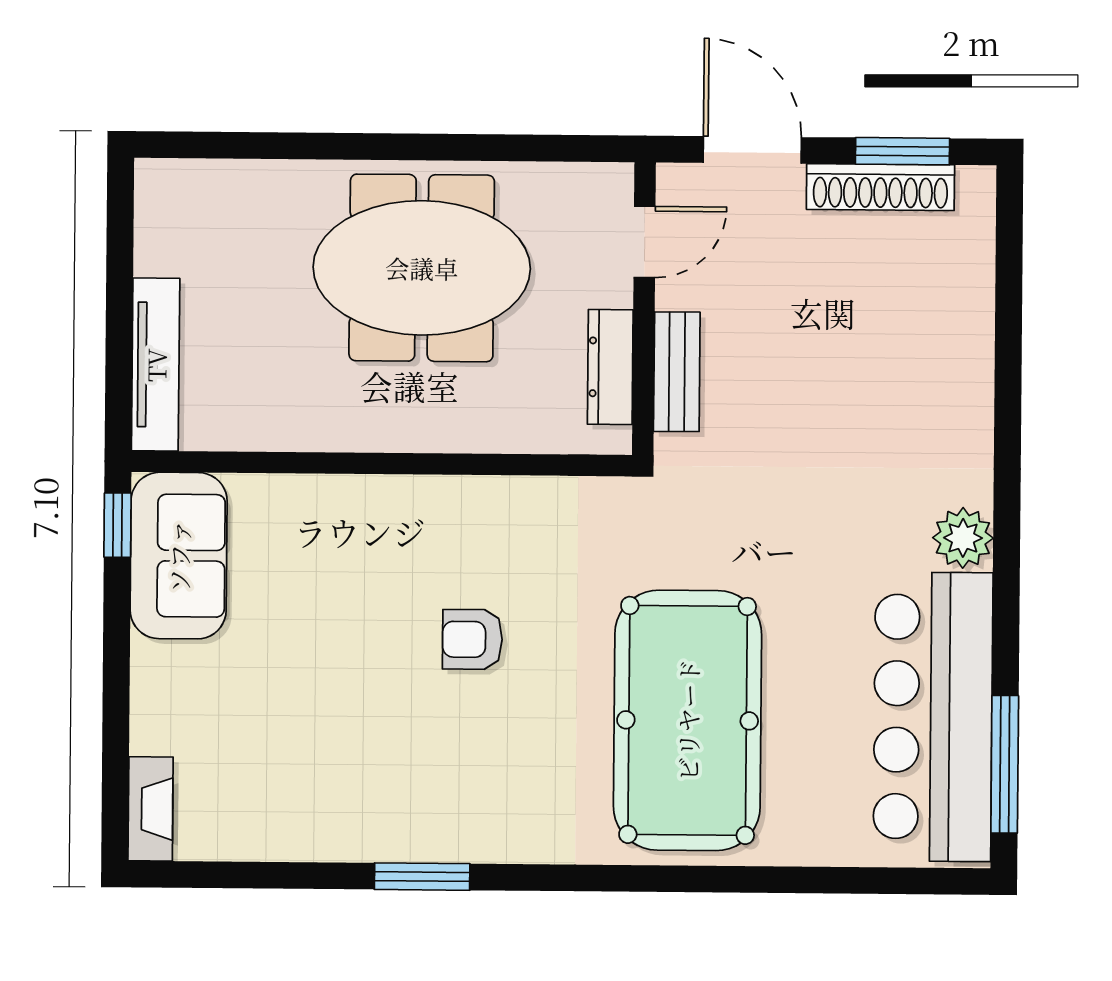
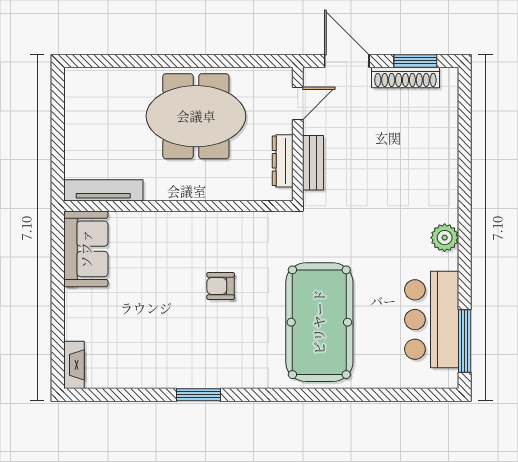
tv unit: (156, 365) -> (103, 190), moved, turned -90
window: (117, 525) -> (58, 235), removed
bar counter: (933, 717) -> (432, 320), width x0.73

